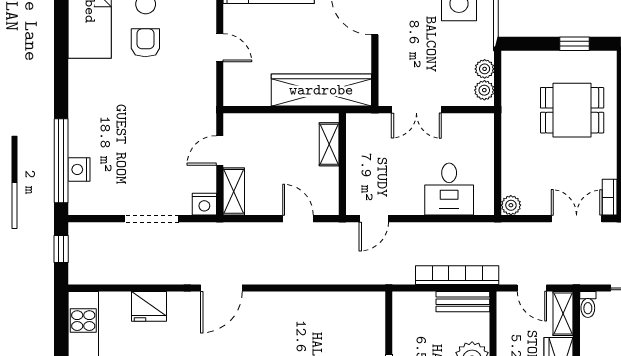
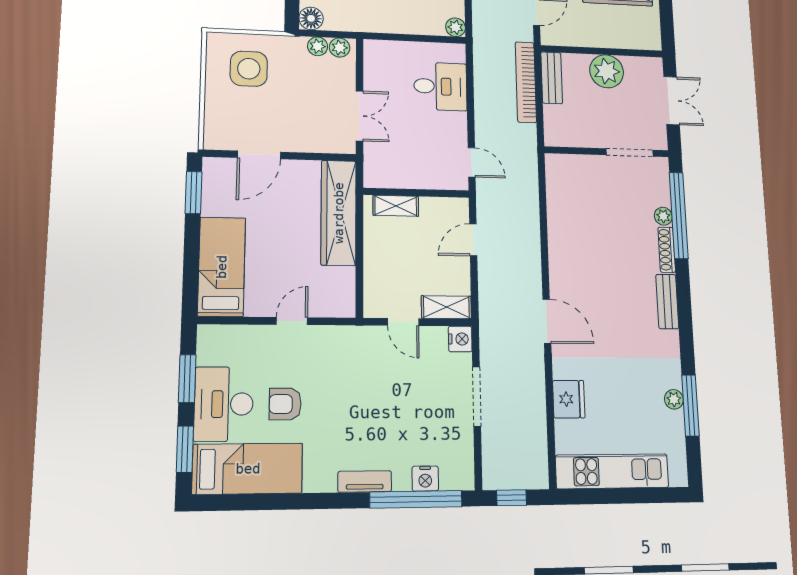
floor lamp: (513, 62) -> (311, 18), added
tv unit: (77, 115) -> (365, 481), added

